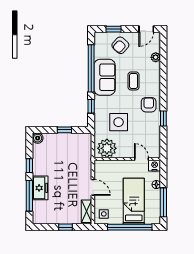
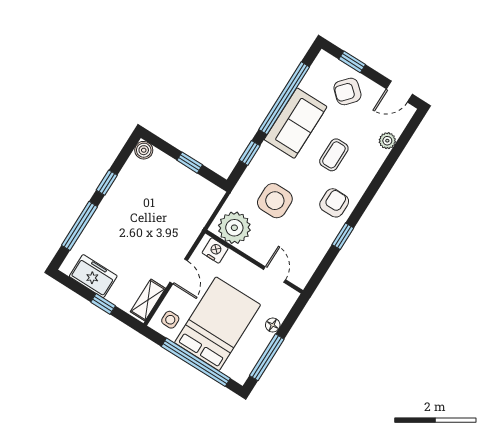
nightstand: (155, 166) -> (215, 251), moved
freezer: (40, 188) -> (93, 276), moved, turned -90
bed: (134, 201) -> (218, 324), width x1.50

